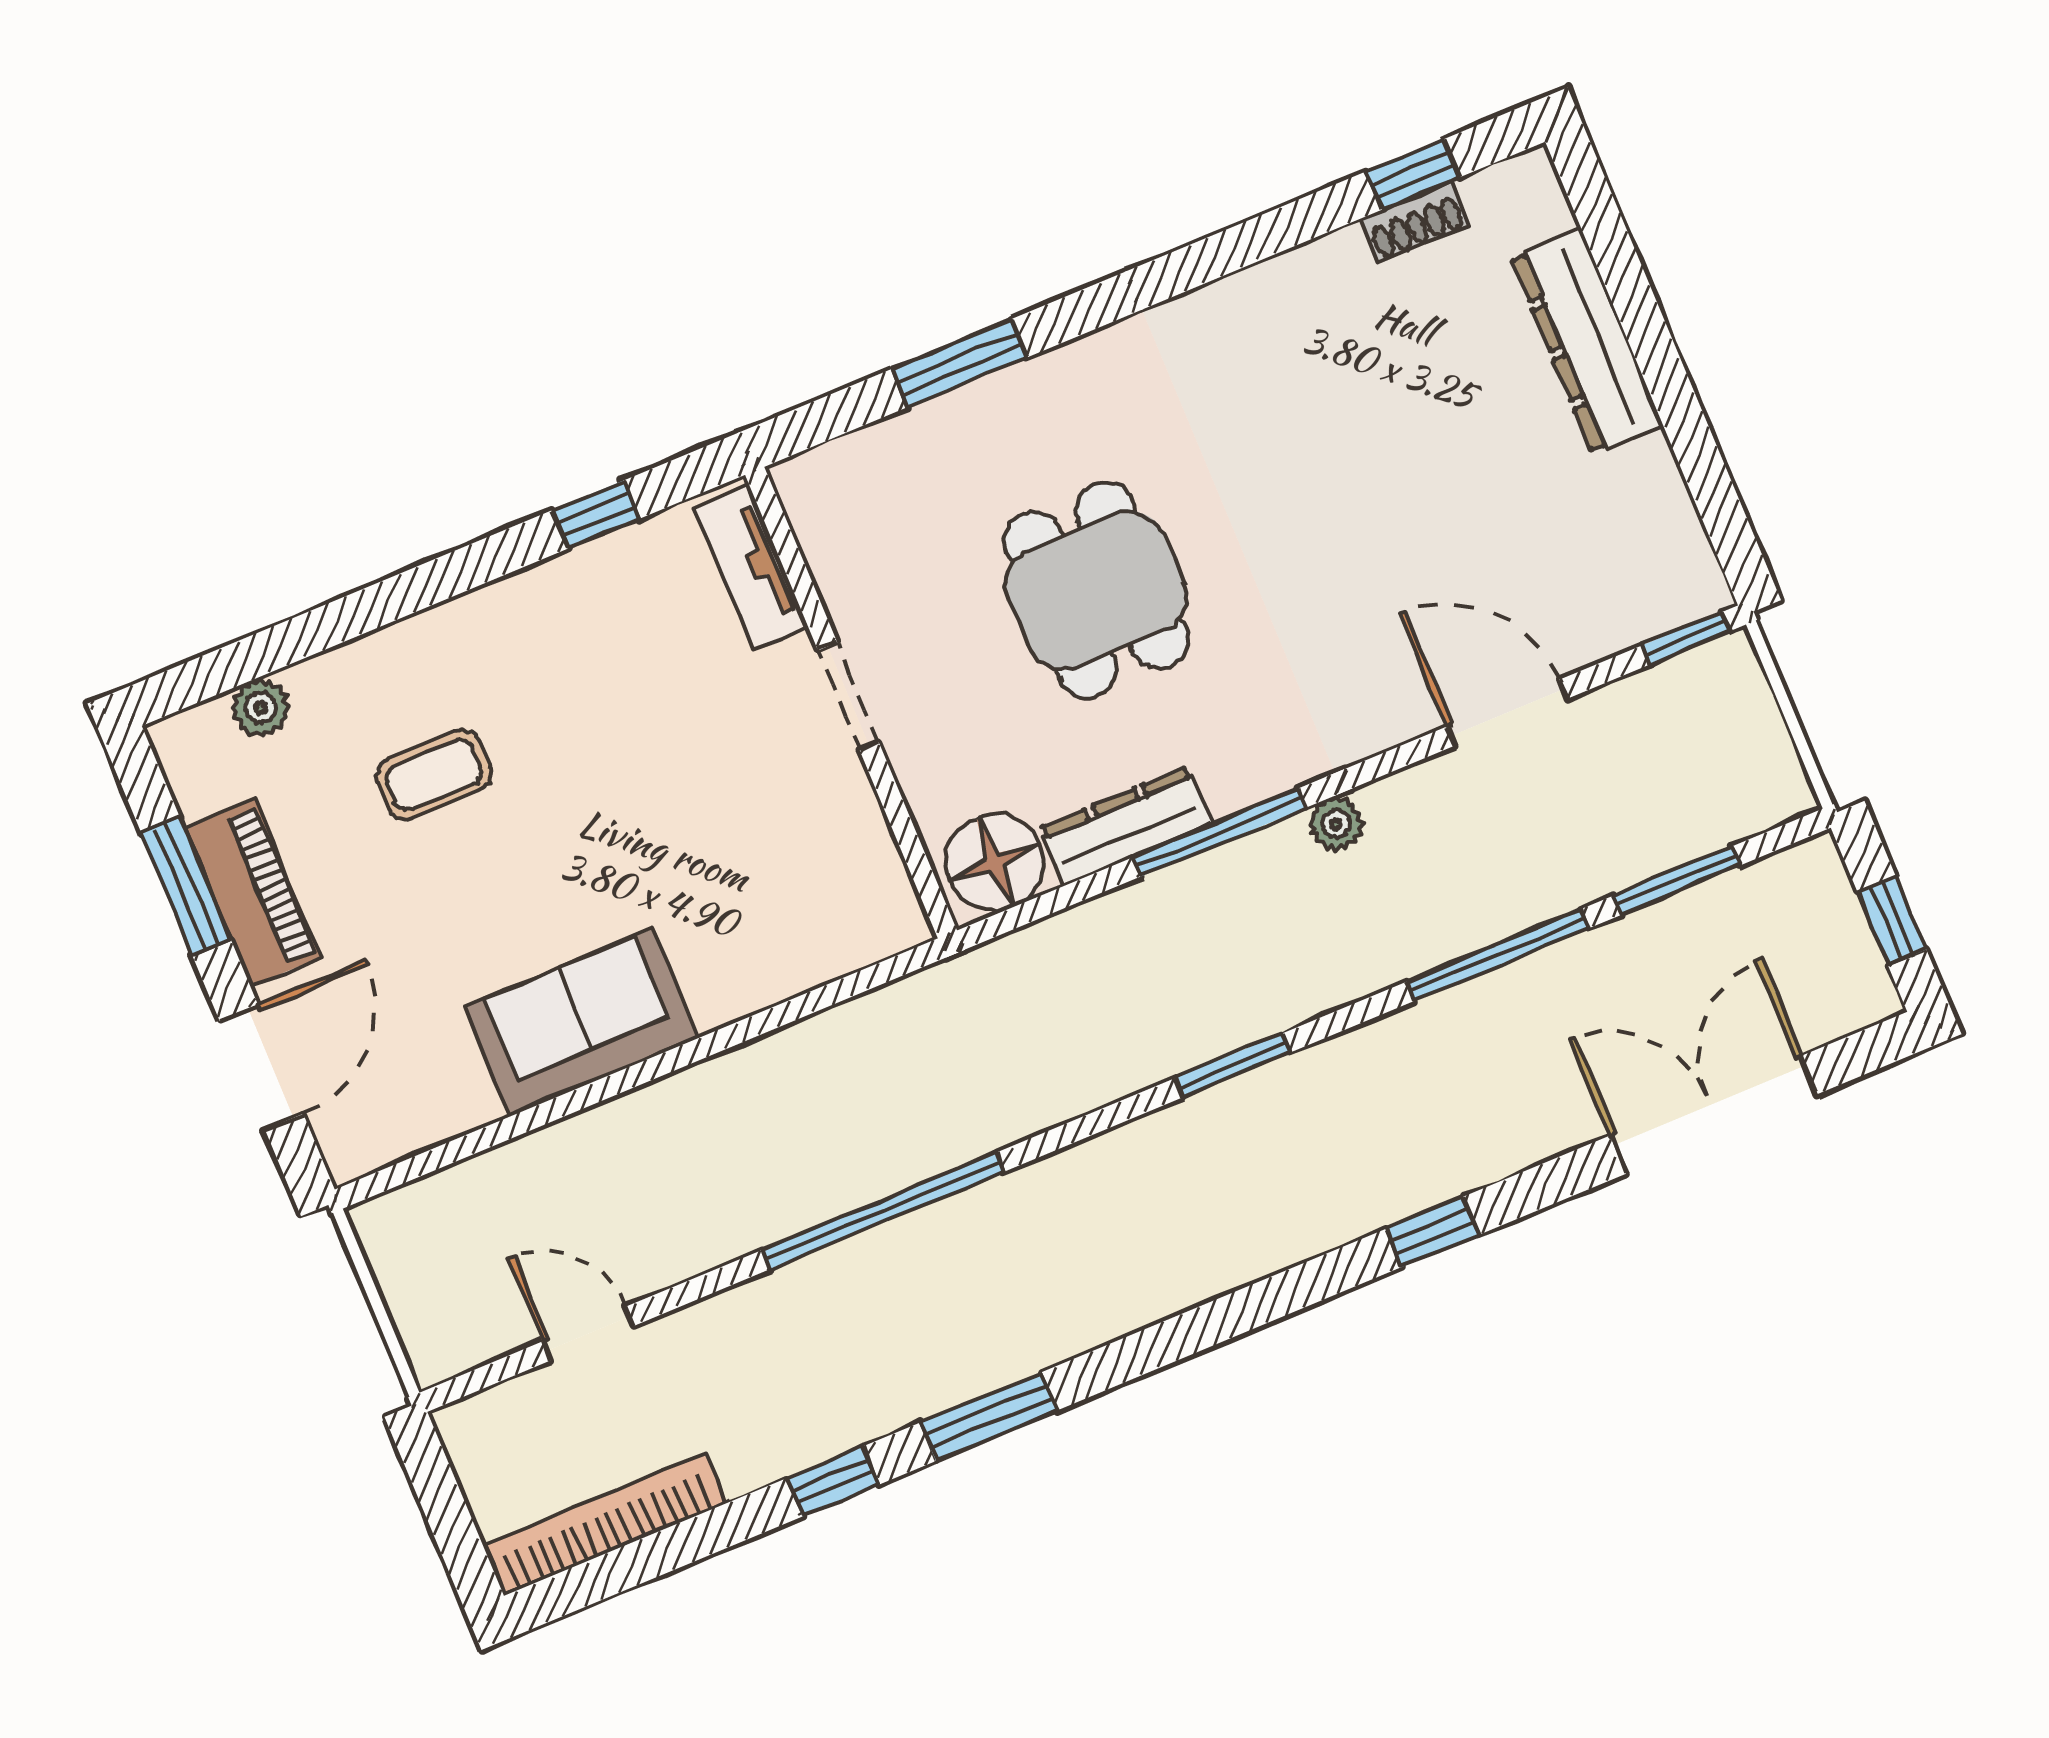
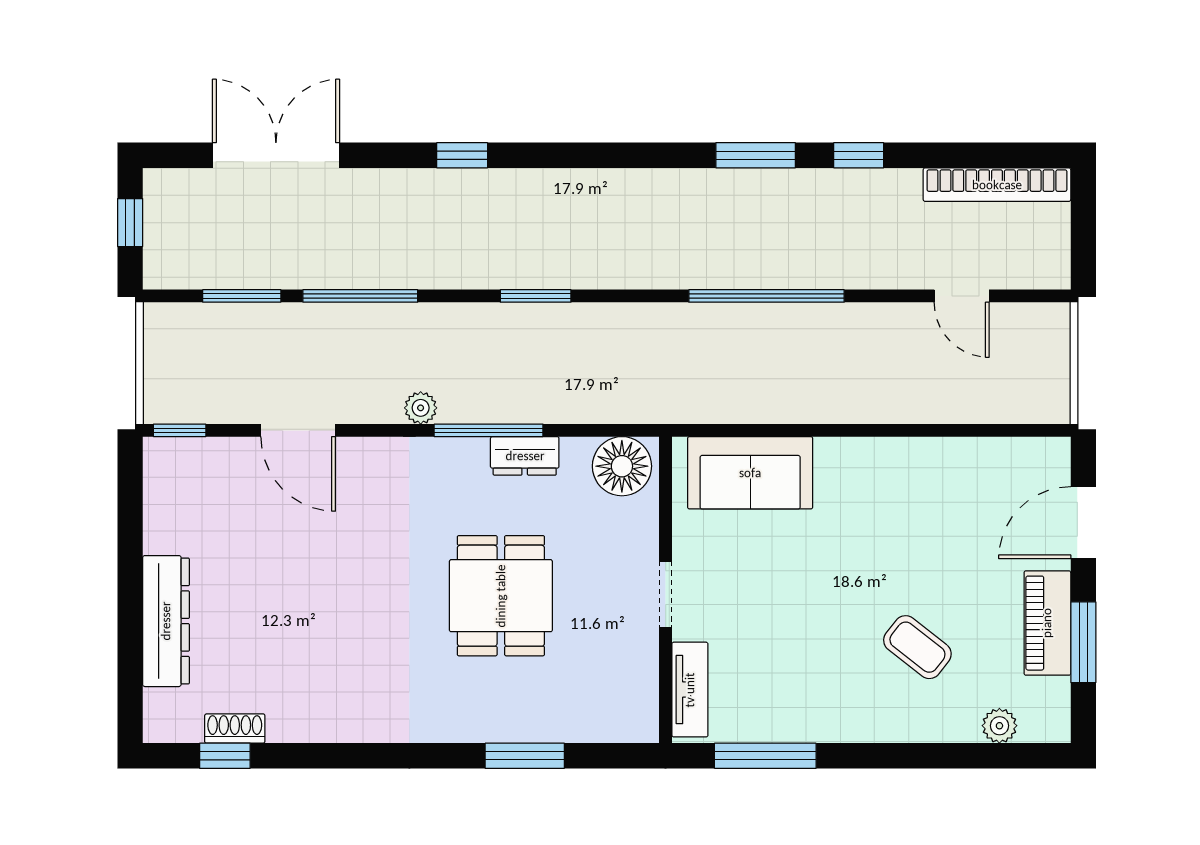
window: (596, 515) -> (765, 756), width x2.17
coffee table: (434, 775) -> (917, 647), turned 38
dresser: (1126, 826) -> (525, 456), width x0.70
sofa: (582, 1022) -> (750, 473), moved
double door: (1714, 1115) -> (276, 155), swing flipped

